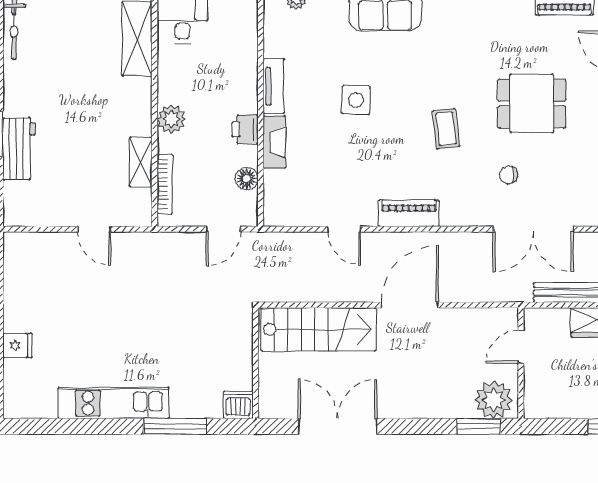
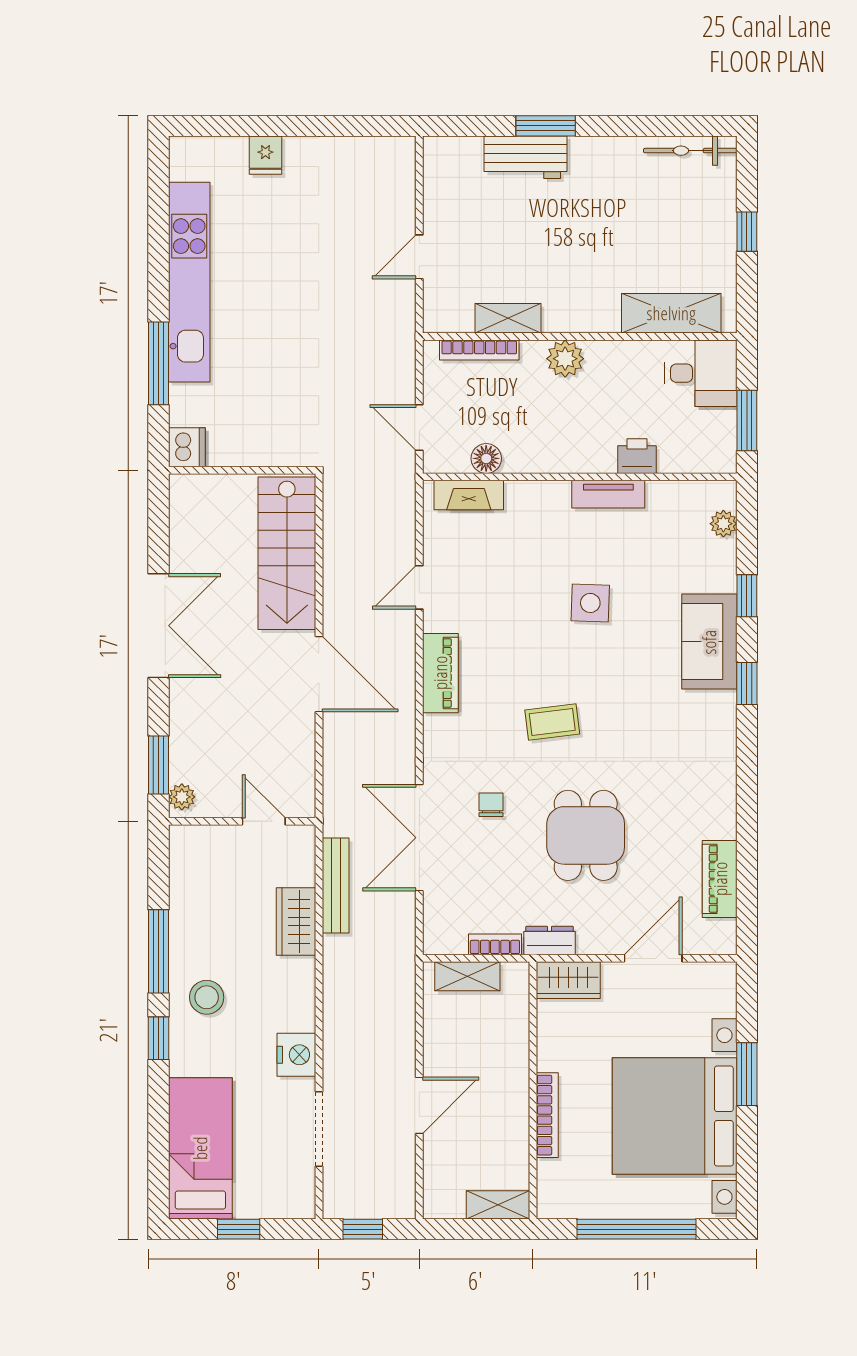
printer: (245, 129) -> (637, 456), moved
fireplace: (274, 142) -> (469, 495), moved
plant: (494, 400) -> (182, 797), width x0.53, depth x0.53
kitchen unit: (113, 403) -> (189, 282), width x1.36
double door: (338, 426) -> (159, 626), moved

